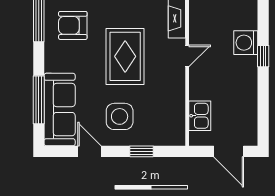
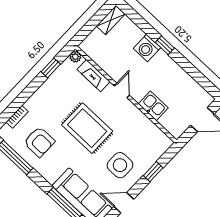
armchair: (73, 25) -> (39, 142), turned -90
kitchen sink: (200, 116) -> (153, 106), moved

